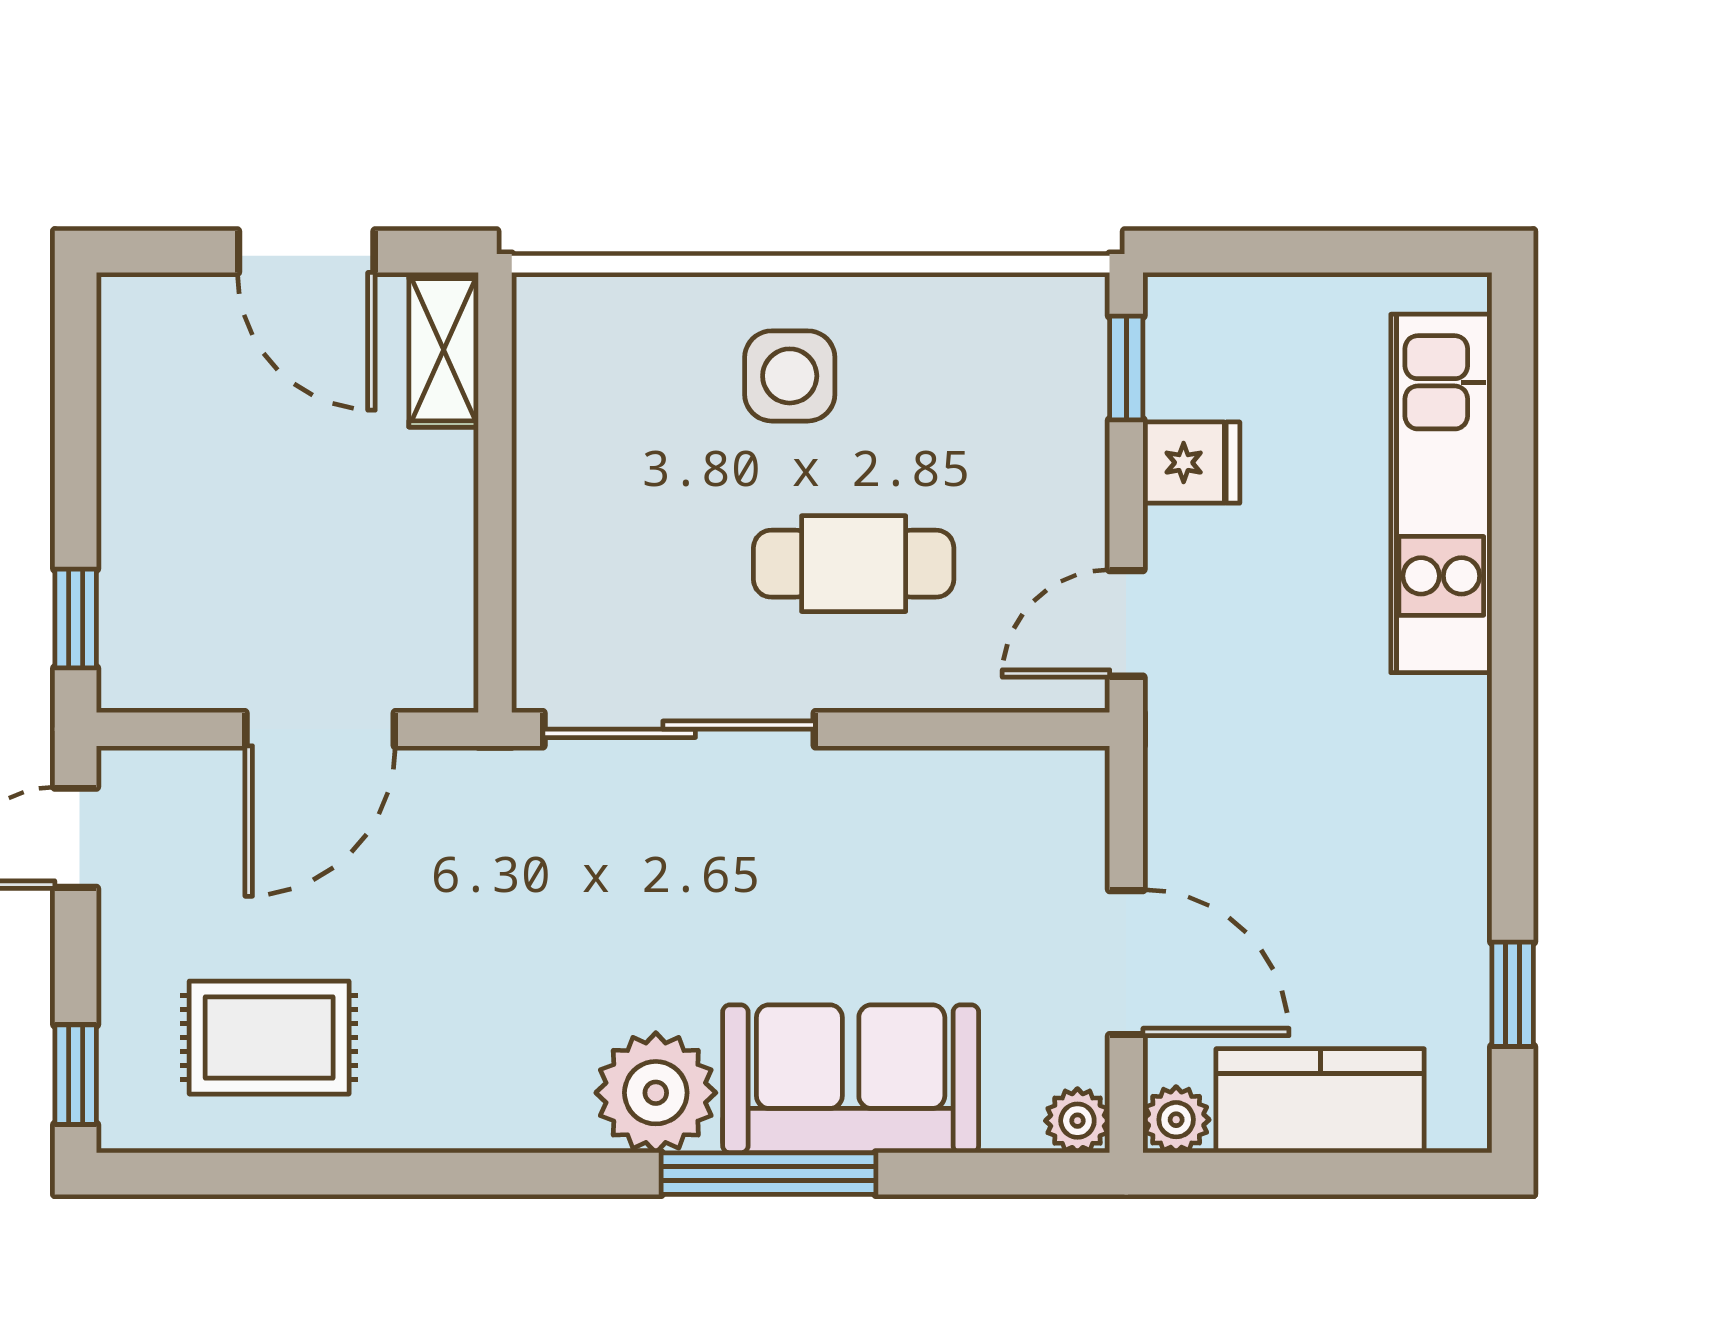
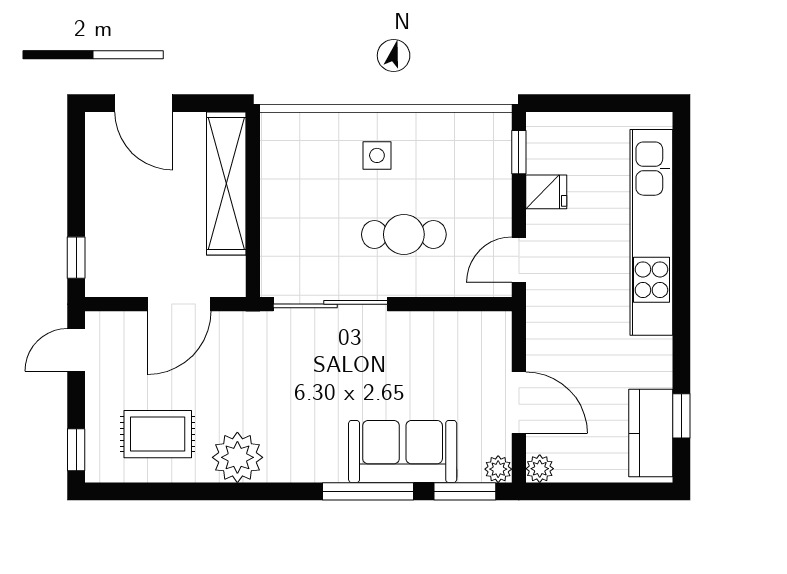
door: (306, 252) -> (144, 103), moved
shelving: (444, 350) -> (226, 183), width x2.20, depth x1.33
side table: (790, 376) -> (377, 155), width x0.73, depth x0.73
kitchen unit: (1441, 493) -> (651, 232), width x1.36
plant: (656, 1093) -> (237, 457), moved
kitchen counter: (1320, 1101) -> (651, 433), moved, turned -90
window: (999, 1174) -> (465, 491), added

